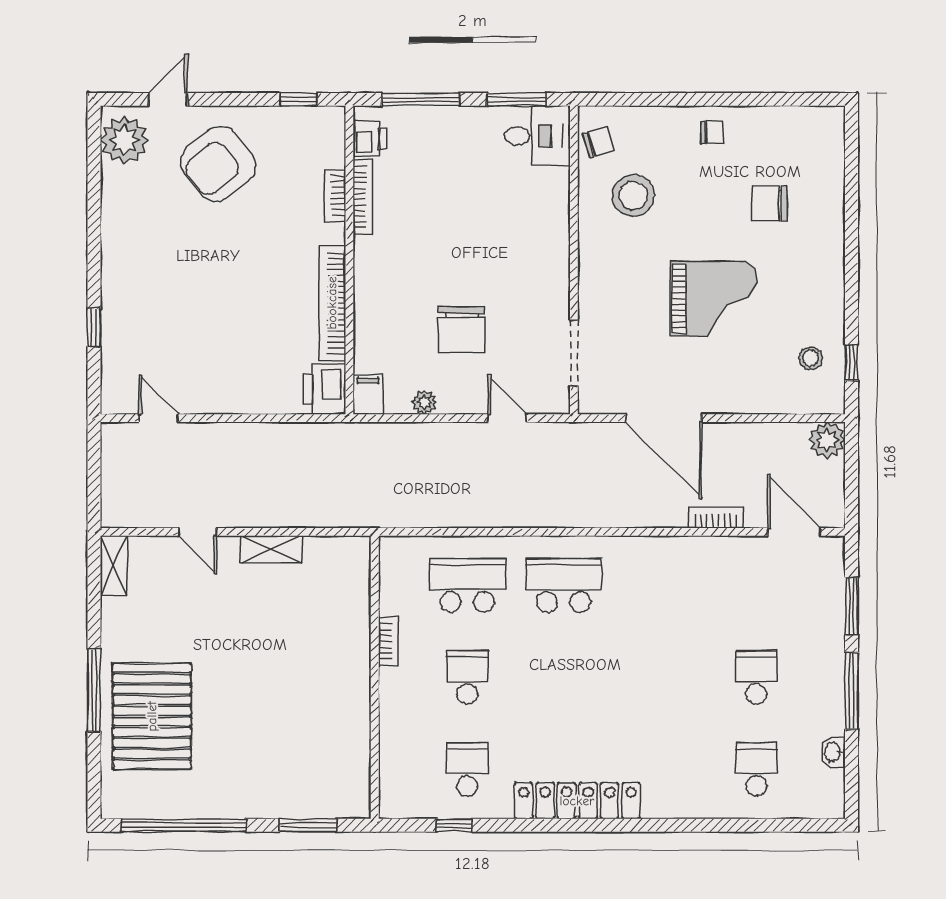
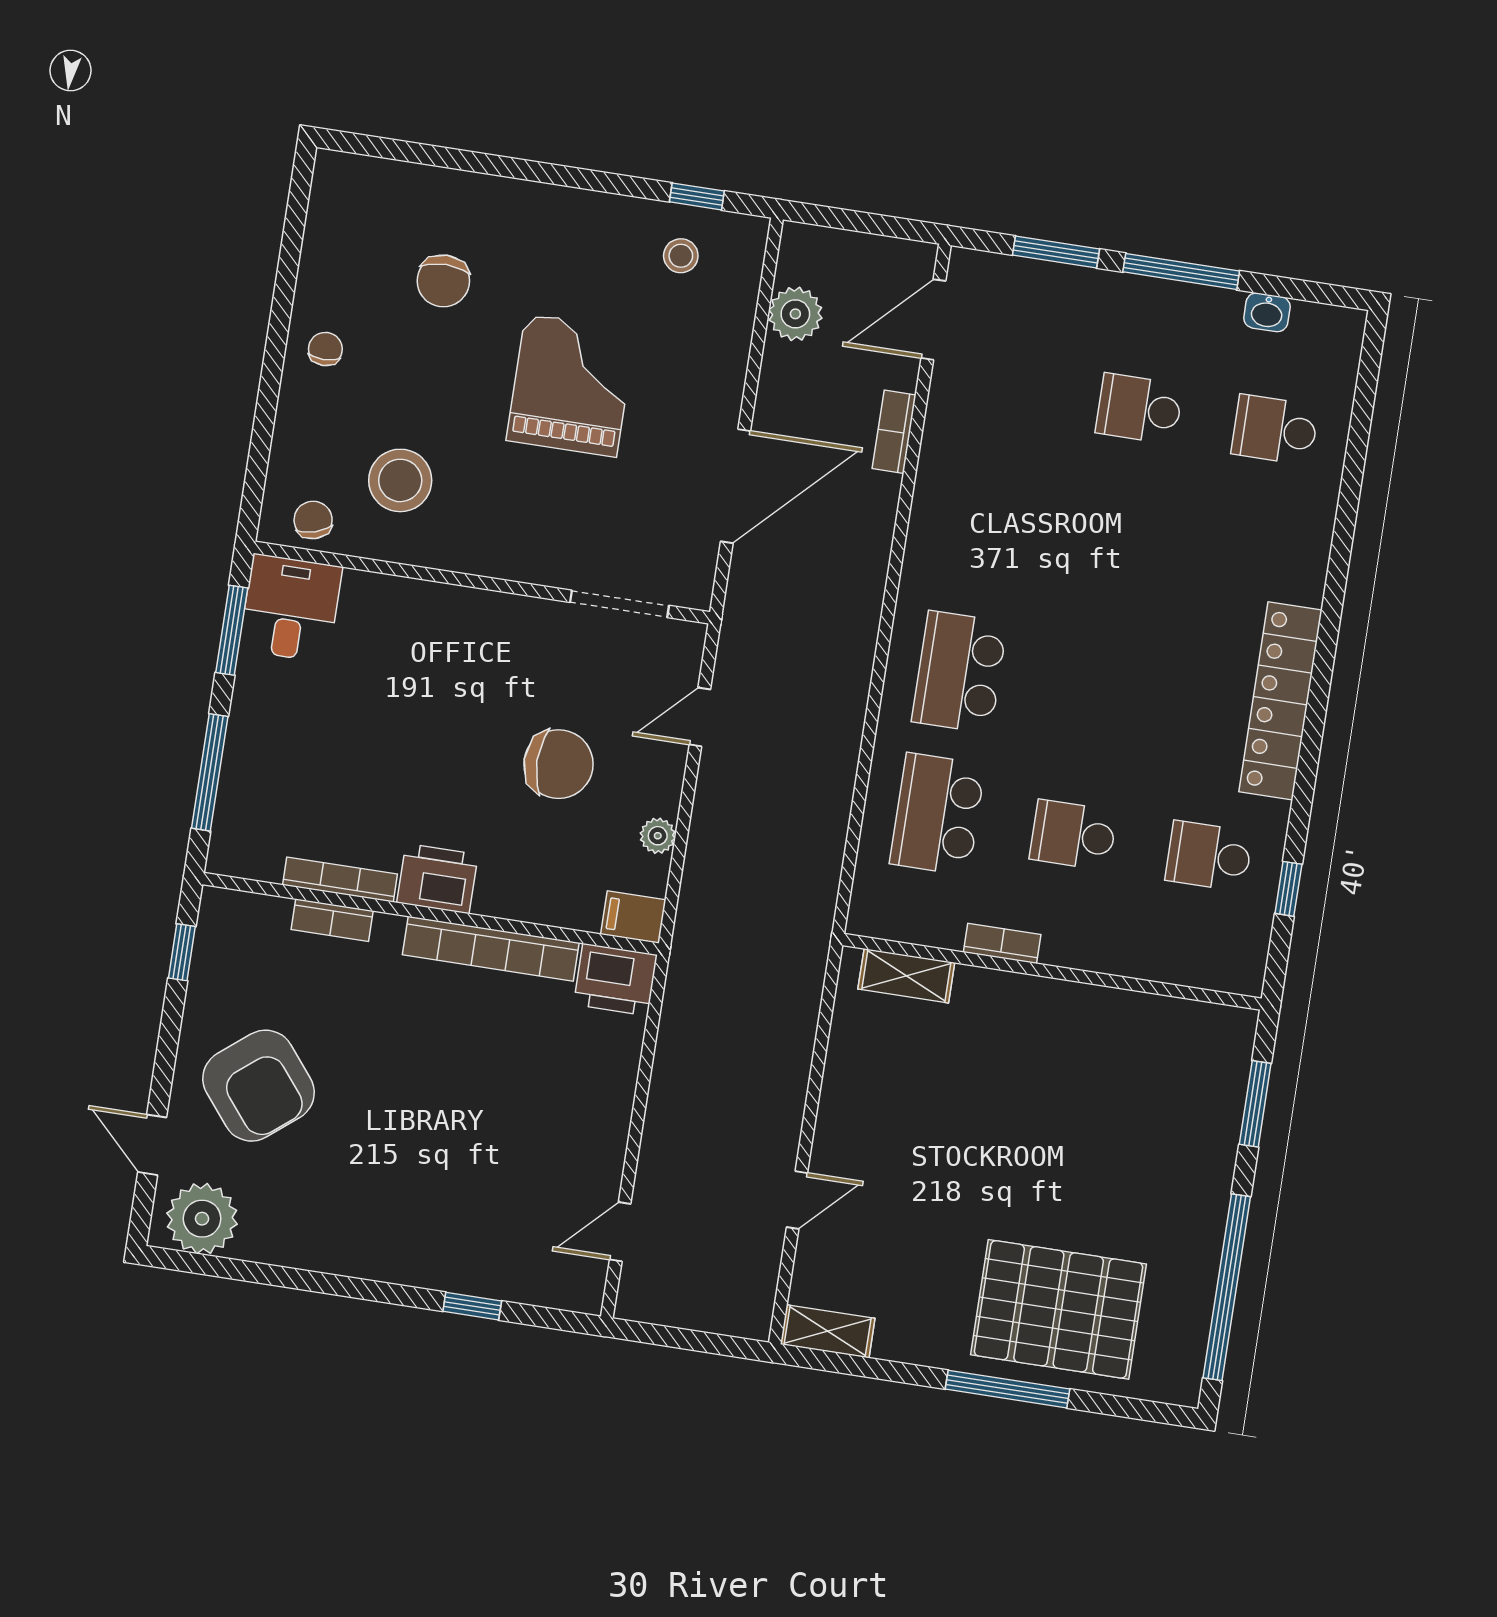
printer: (370, 139) -> (437, 879), moved, width x1.36, depth x1.24
plant: (827, 440) -> (795, 314), moved
shelving: (271, 549) -> (906, 976), moved, turned 90

